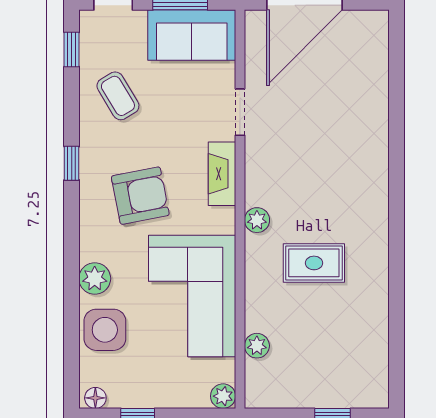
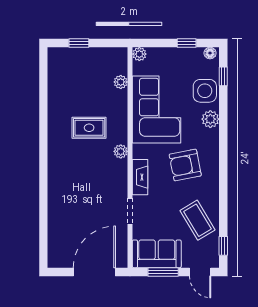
coffee table: (118, 96) -> (198, 220), width x1.36, depth x1.30
window: (72, 163) -> (223, 76), moved

